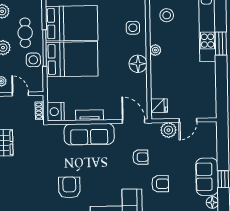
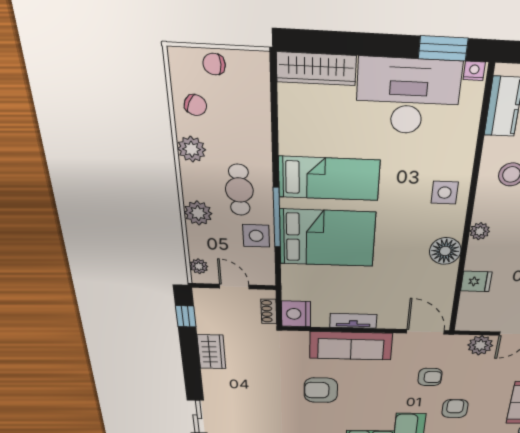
bed: (72, 23) -> (329, 179), width x0.67
fridge: (159, 106) -> (476, 281), moved
armchair: (160, 184) -> (455, 409), turned -90
armchair: (69, 187) -> (321, 390), moved, turned -90

